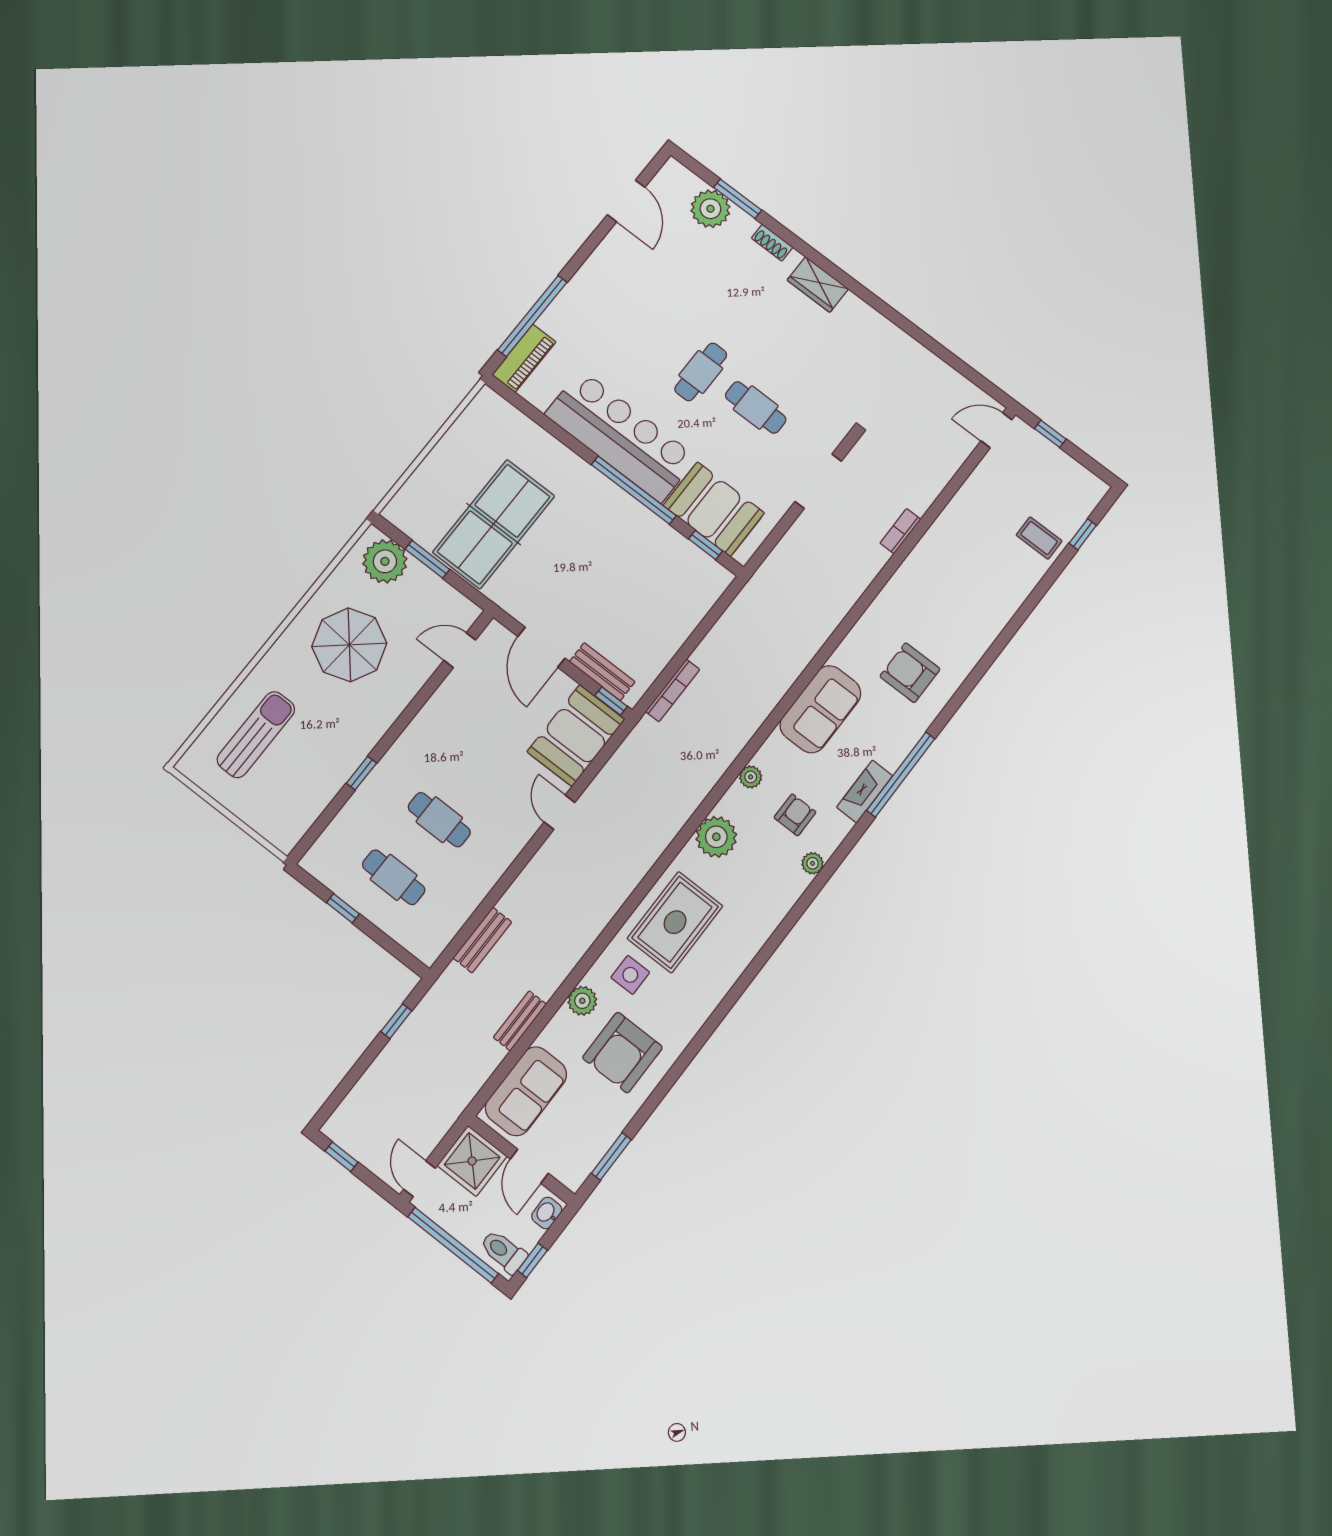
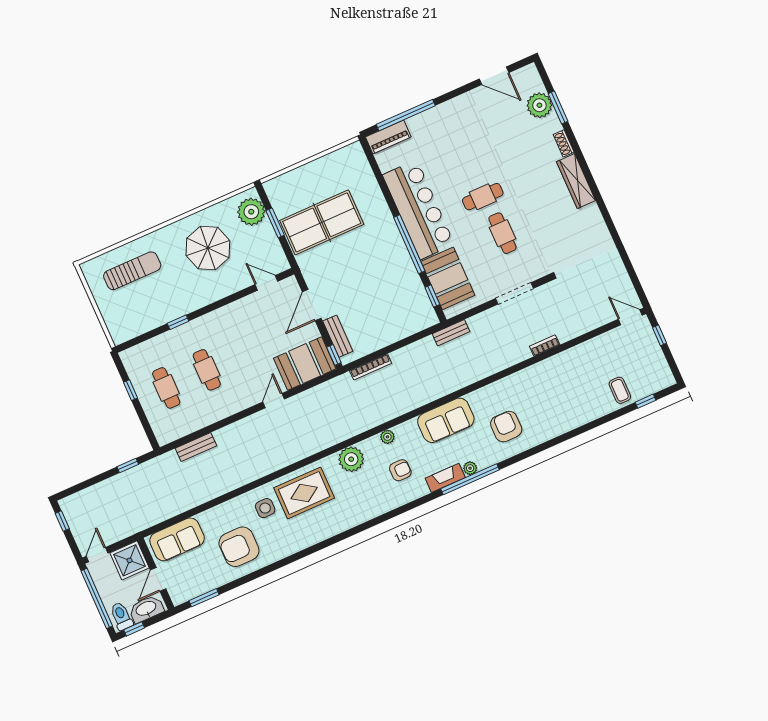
door: (626, 201) -> (494, 76), hinge flipped
wardrobe: (818, 284) -> (576, 181), width x1.50
plant: (813, 863) -> (470, 468), moved
plant: (582, 1001) -> (232, 508), removed
bench: (520, 1021) -> (451, 333), moved
washbasin: (547, 1213) -> (146, 609), width x1.91, depth x1.45

